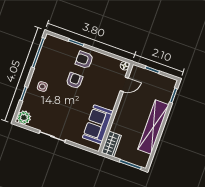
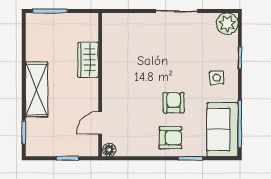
armchair: (74, 81) -> (174, 103), turned 180
sofa: (98, 125) -> (222, 130), moved, turned 180
shelving: (153, 127) -> (37, 89), width x0.68
wardrobe: (111, 144) -> (88, 60), moved

